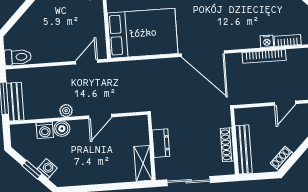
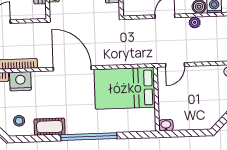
nightstand: (267, 41) -> (20, 81), width x1.89, depth x1.79

